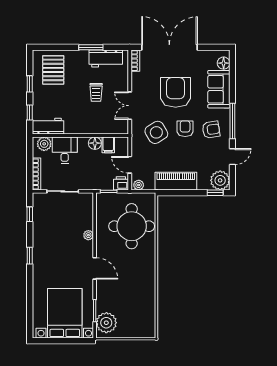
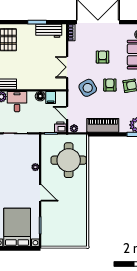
trolley: (96, 92) -> (41, 57), removed
armchair: (176, 92) -> (103, 57), width x0.53, depth x0.53
plant: (106, 323) -> (49, 235), removed

